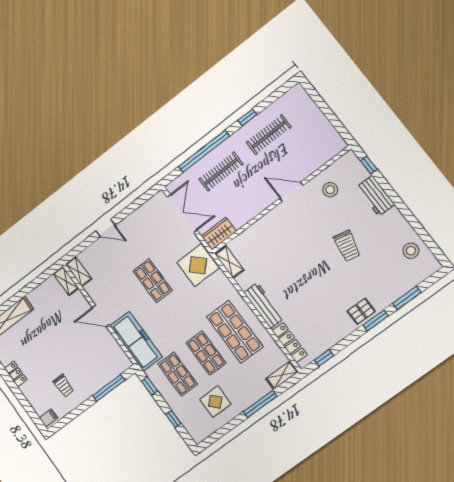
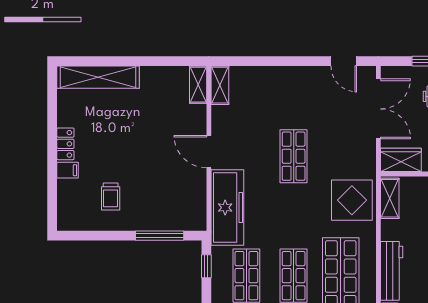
door: (106, 228) -> (344, 61), moved
display table: (198, 265) -> (352, 200), moved
filing cabinet: (48, 418) -> (68, 170), moved

